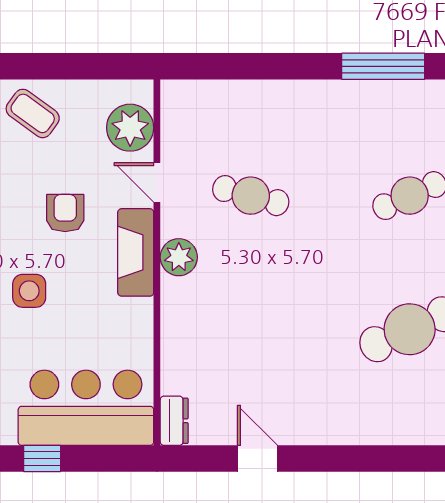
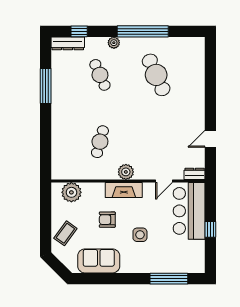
door: (157, 182) -> (164, 181), moved

